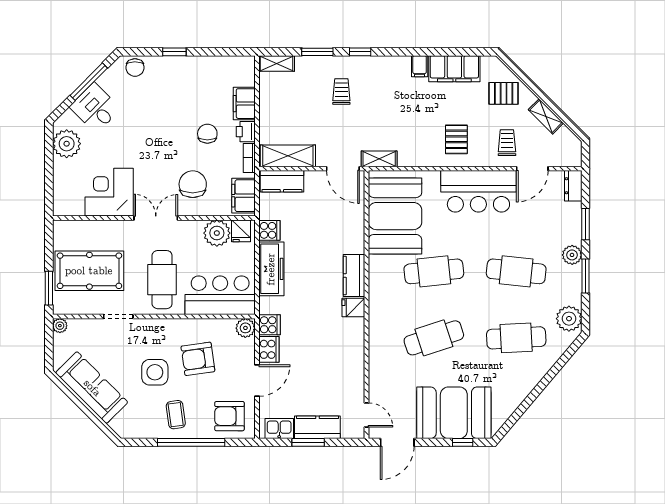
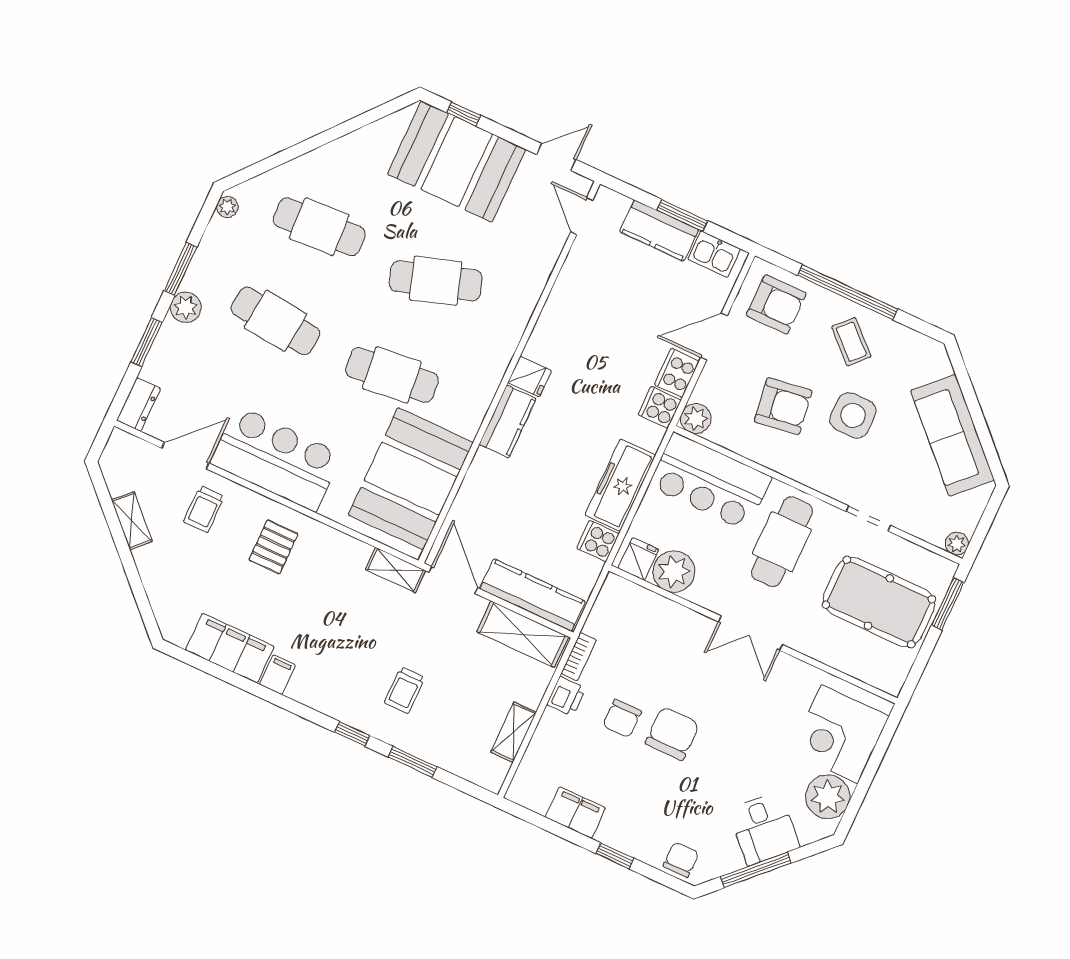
shelving: (277, 63) -> (514, 732), moved, turned 90
pallet: (504, 93) -> (176, 581), removed
filing cabinet: (244, 104) -> (575, 813), moved, turned -90
kitchen counter: (282, 181) -> (533, 595), width x1.50
chair: (193, 184) -> (672, 733), moved, turned 180
corner desk: (109, 192) -> (840, 734), moved, turned 90
filing cabinet: (244, 196) -> (612, 607), removed
plant: (569, 319) -> (227, 207), width x0.53, depth x0.53
coffee table: (176, 415) -> (851, 342), turned -39
door: (397, 442) -> (556, 157), width x0.73

